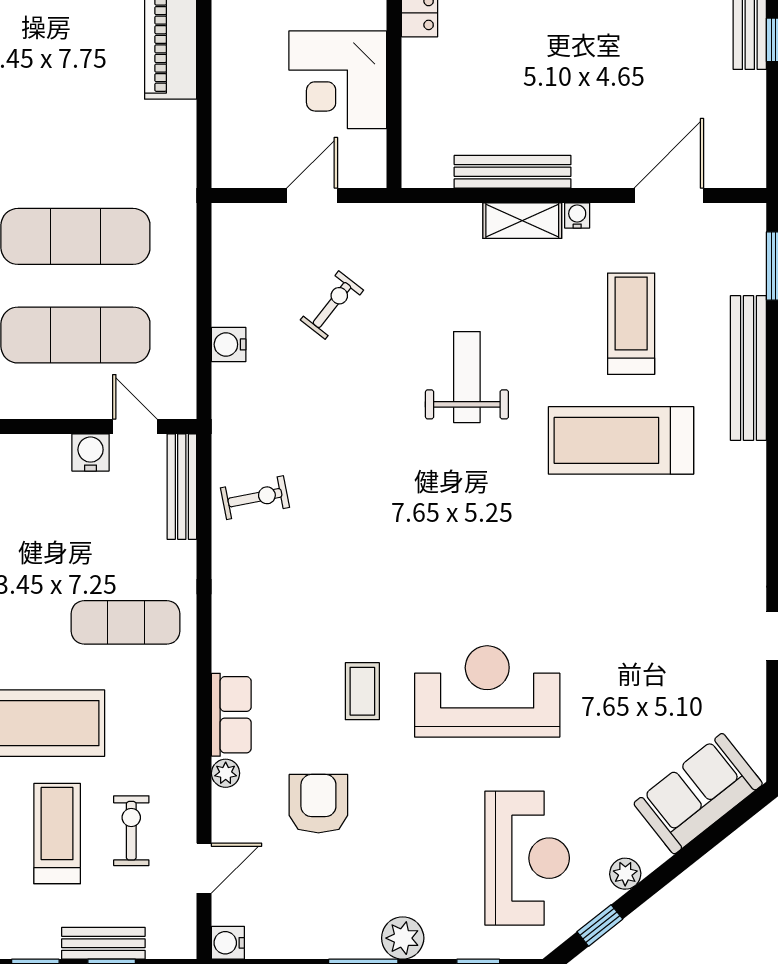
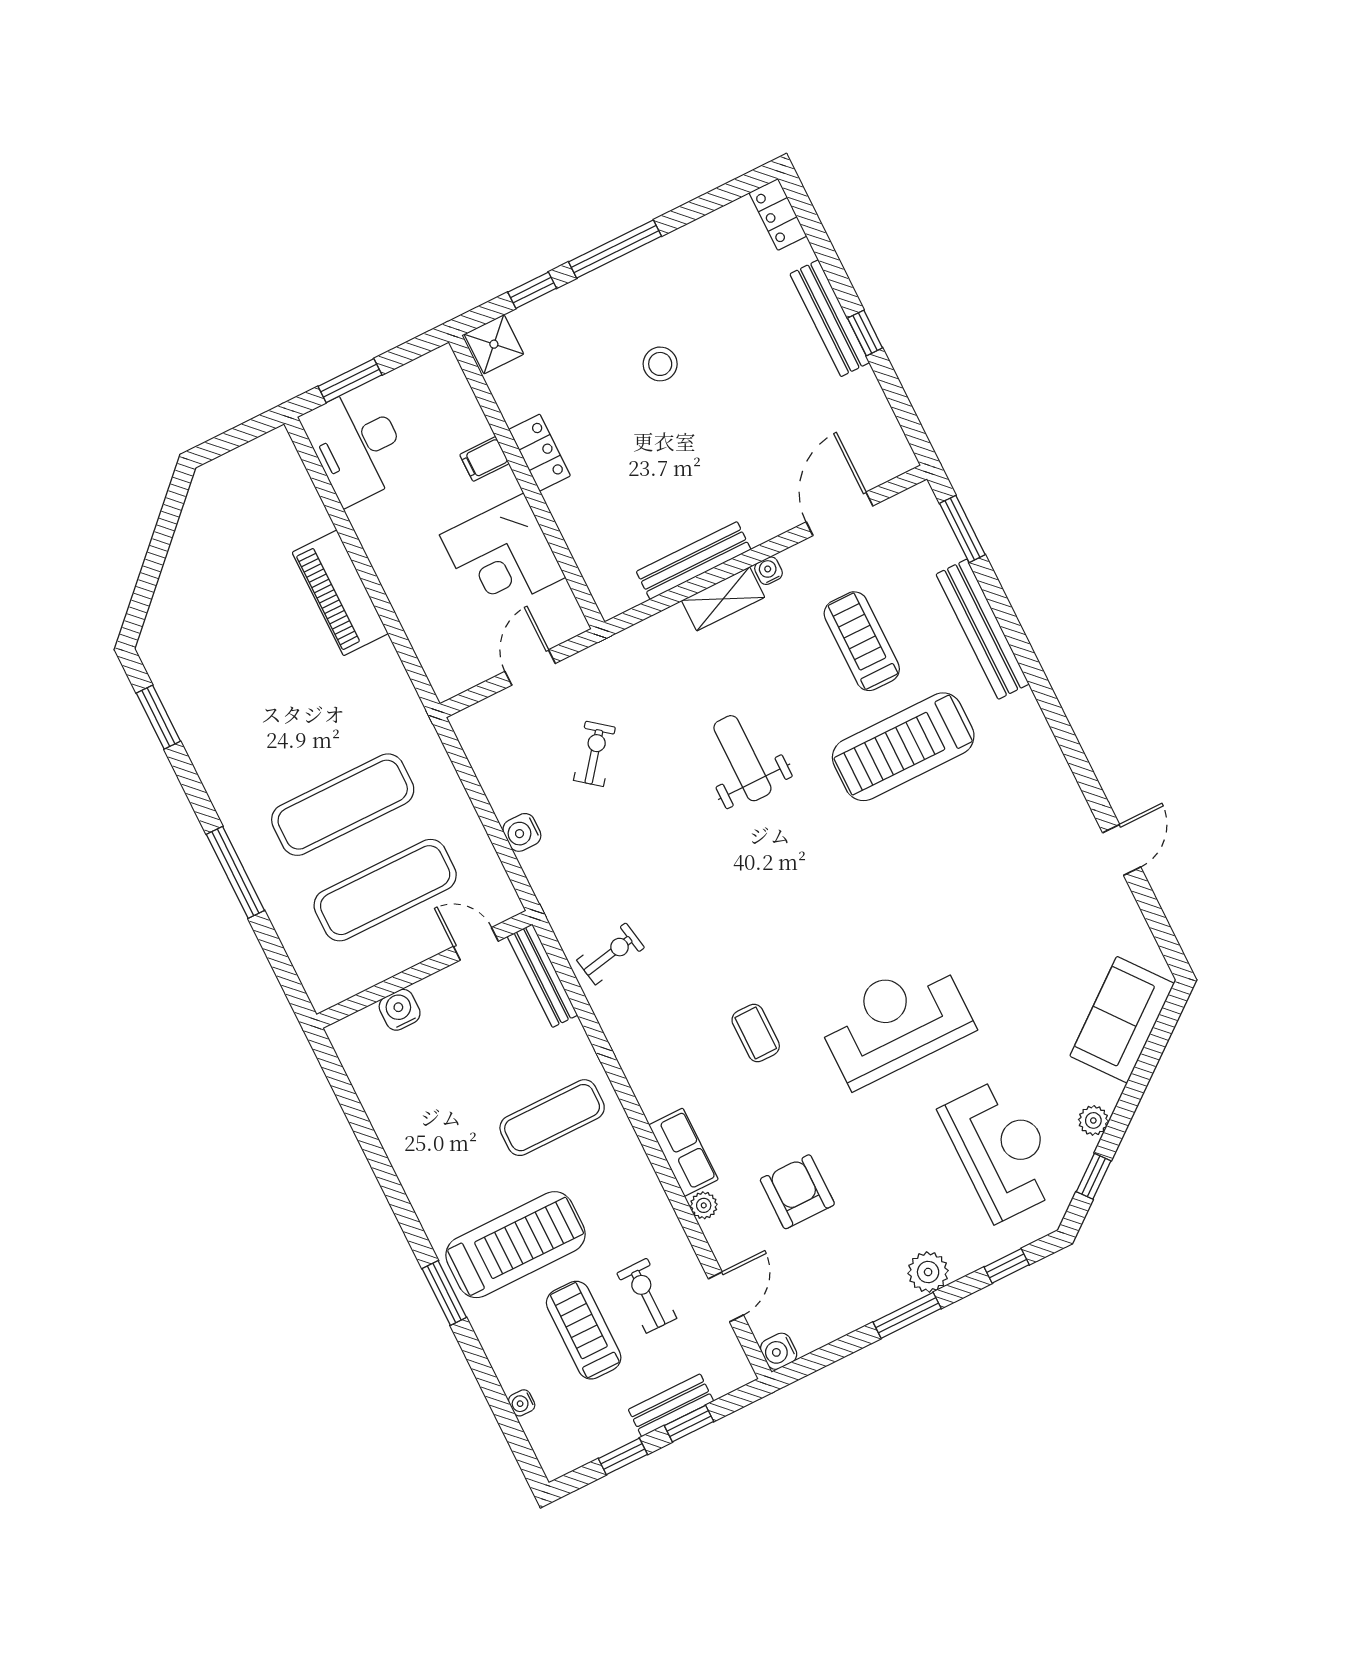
water cooler: (91, 452) -> (400, 1010), moved
coffee table: (362, 691) -> (756, 1033), moved

